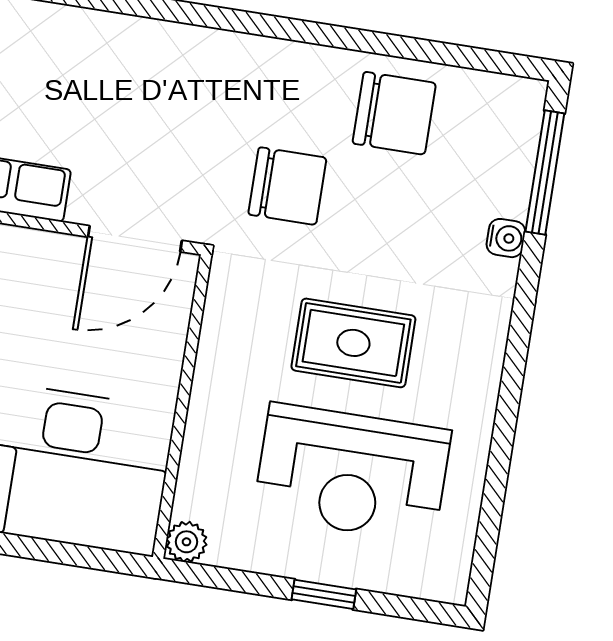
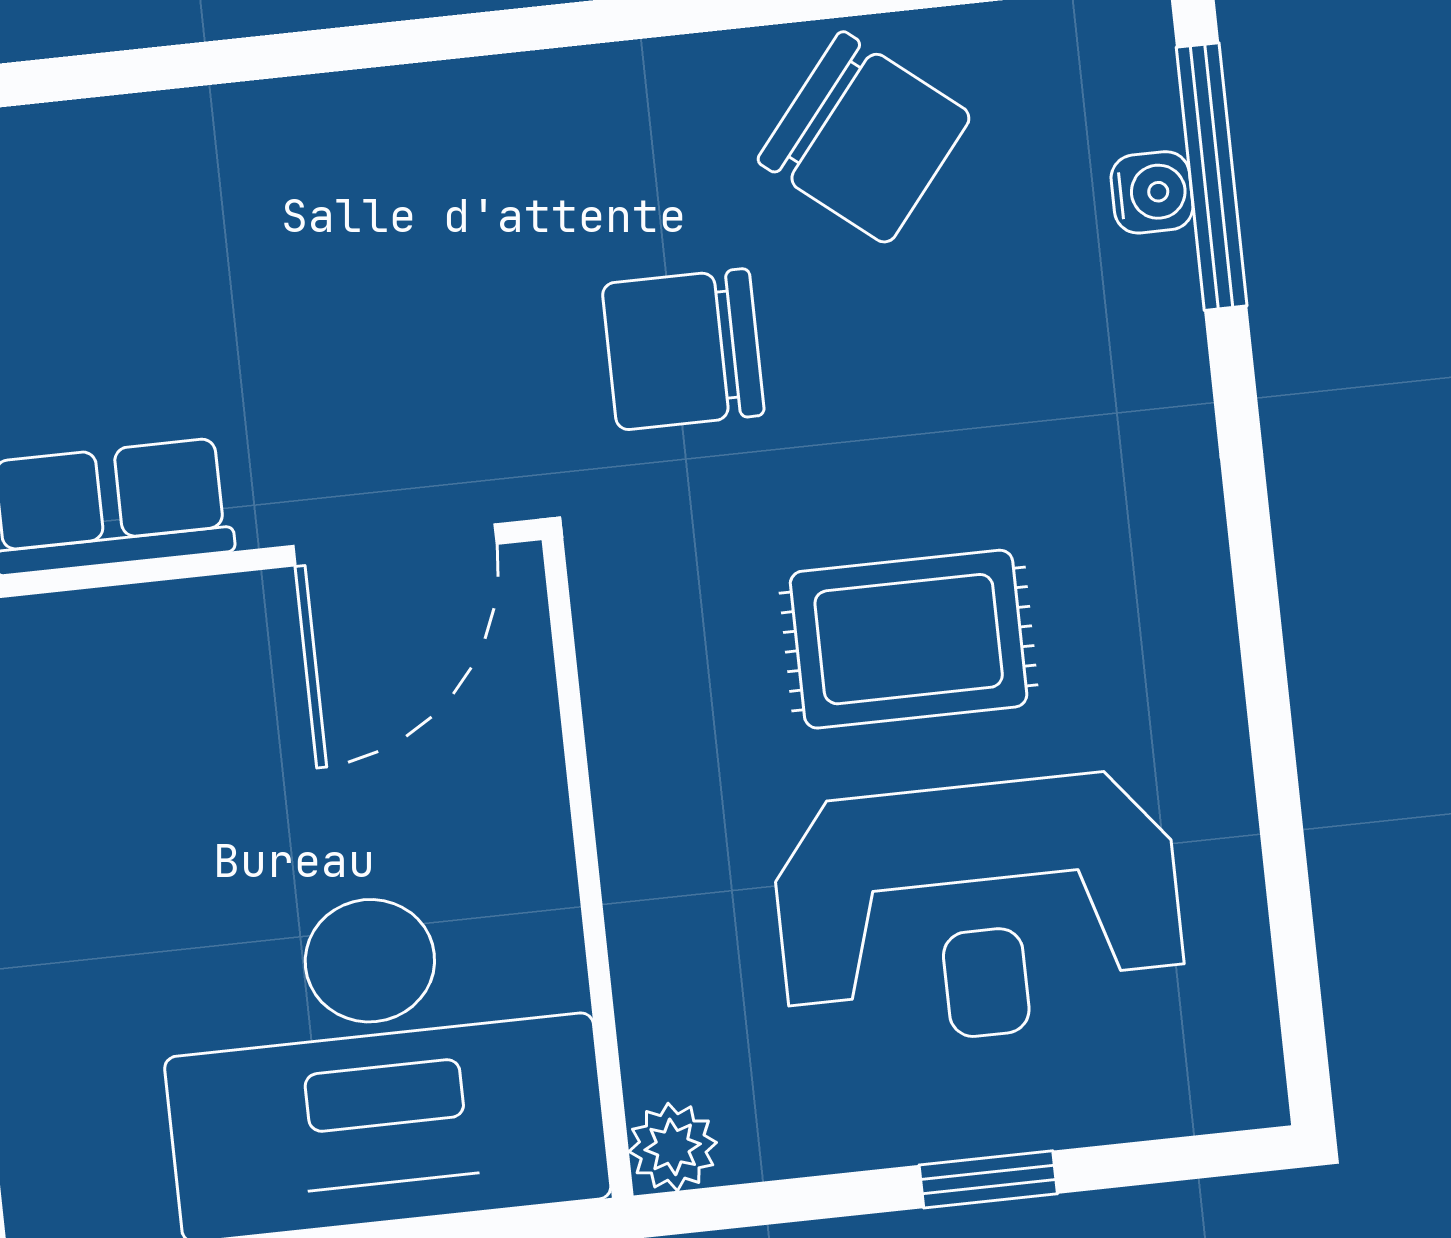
chair: (394, 113) -> (865, 138), turned 39
chair: (287, 186) -> (683, 349), turned 180
water cooler: (506, 238) -> (1152, 192), moved

